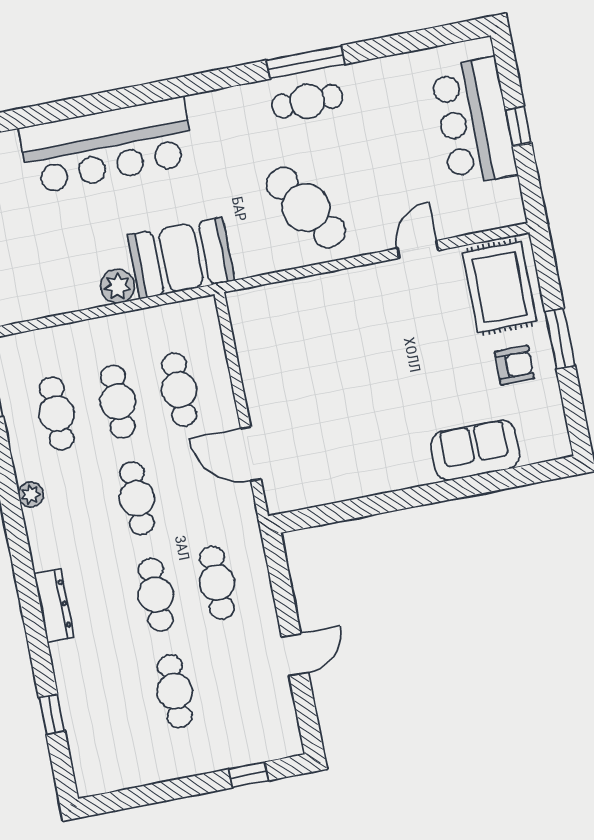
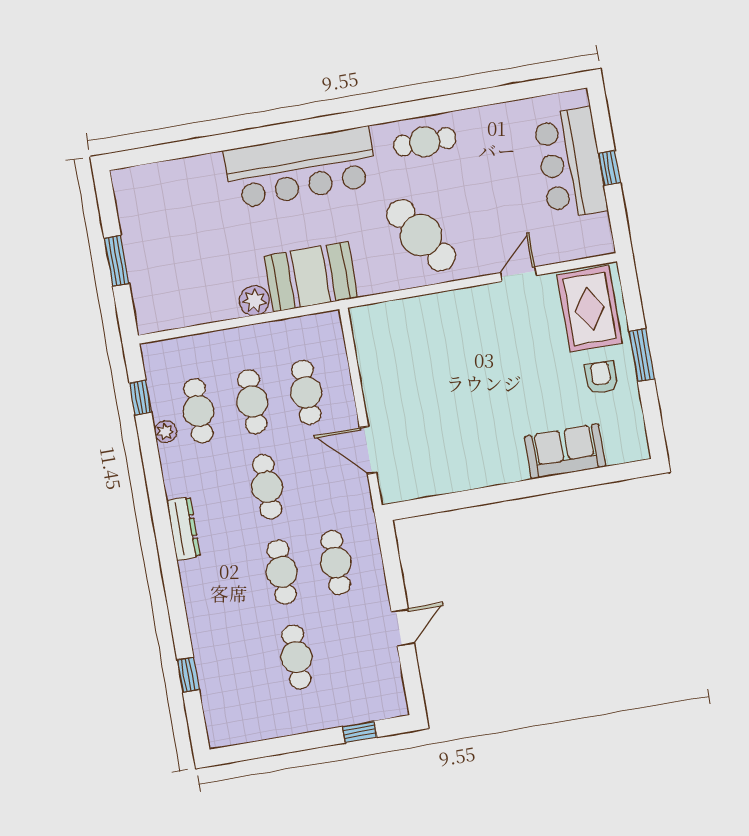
window: (306, 62) -> (424, 108), removed
bar counter: (107, 146) -> (300, 168), moved
armchair: (514, 365) -> (601, 378), turned -90
plant: (31, 495) -> (165, 432), moved
dresser: (54, 605) -> (183, 529), moved

